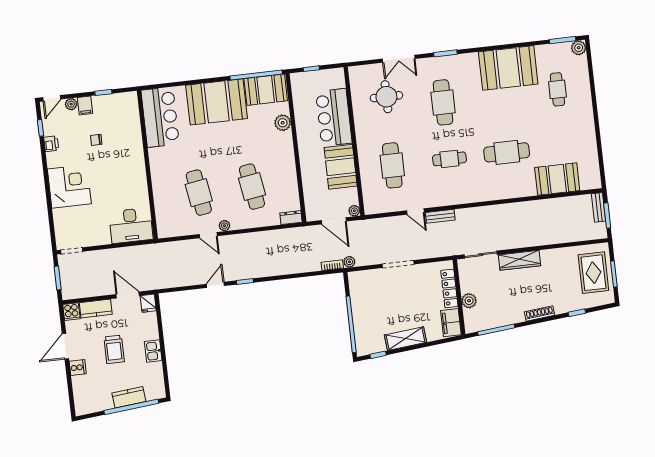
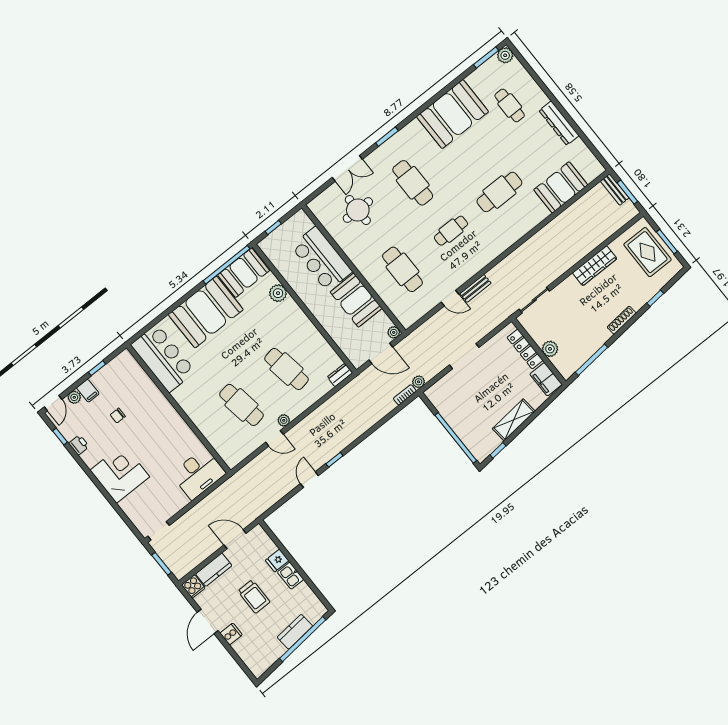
dresser: (588, 128) -> (559, 123), added
wardrobe: (520, 260) -> (595, 266), moved
fridge: (148, 303) -> (277, 560), moved, turned 90

